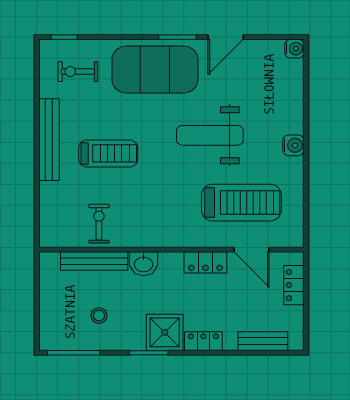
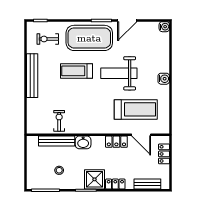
treadmill: (108, 153) -> (76, 71), moved, turned 180

